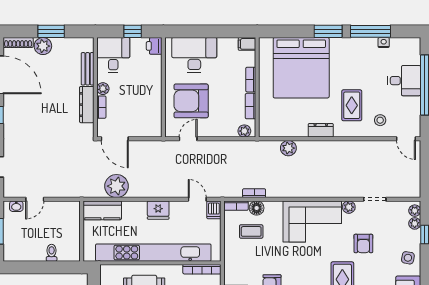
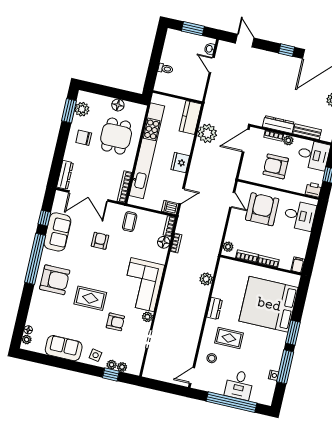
desk: (194, 55) -> (300, 215), width x0.73
armchair: (137, 96) -> (276, 166), added
plant: (415, 211) -> (112, 365), moved
coffee table: (251, 231) -> (130, 222), moved
armchair: (363, 243) -> (115, 322), turned 180

